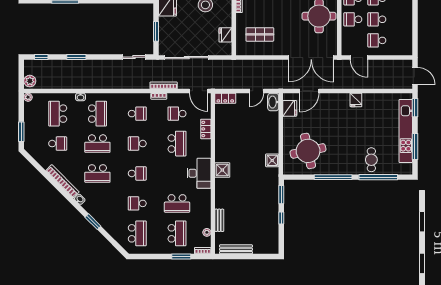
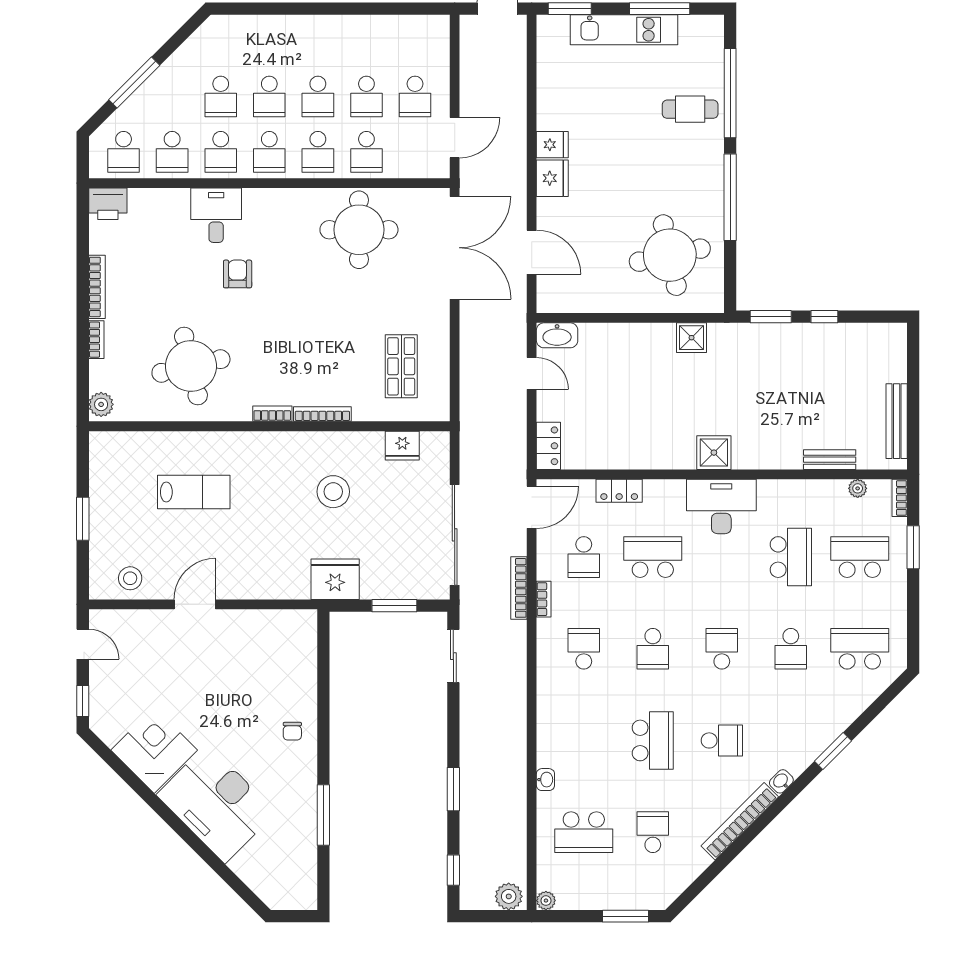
fridge: (290, 108) -> (552, 178), moved, turned 90
school desk: (97, 114) -> (584, 740), removed
kitchen unit: (406, 131) -> (624, 30), width x0.73
school desk: (97, 173) -> (722, 740), width x0.54

